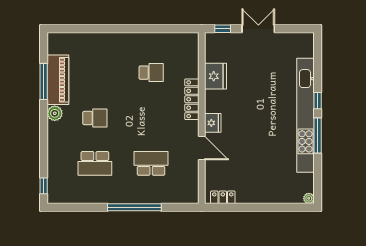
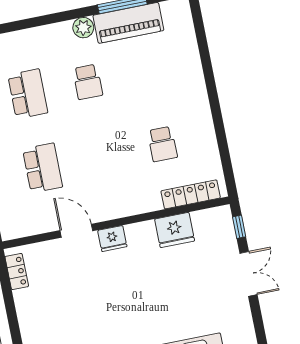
locker: (192, 99) -> (191, 194), moved
door: (202, 148) -> (76, 231), swing flipped
school desk: (95, 163) -> (28, 94), turned 180

